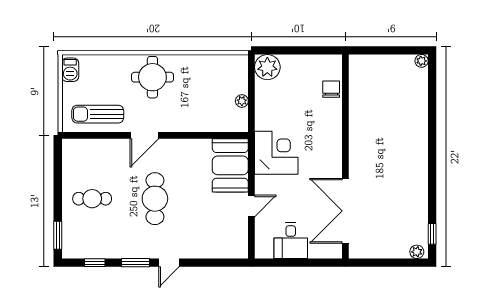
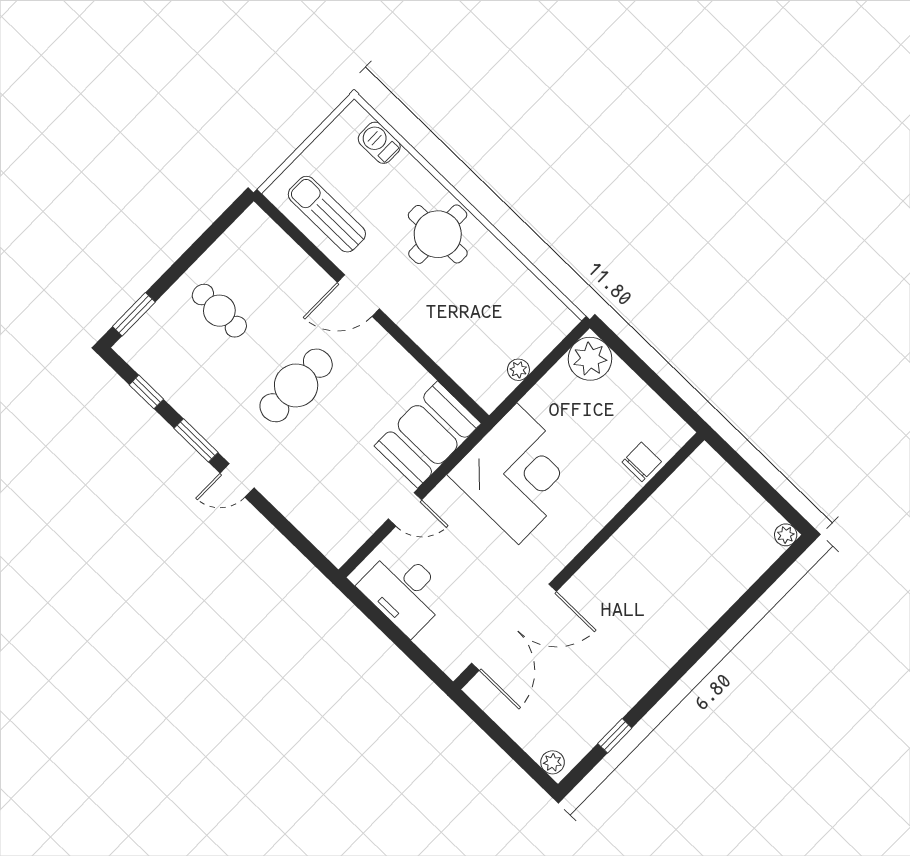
barbecue: (70, 70) -> (379, 143), moved, turned 90
corner desk: (276, 153) -> (518, 474), width x1.36, depth x1.36
double door: (345, 211) -> (514, 627), swing flipped
window: (432, 234) -> (615, 736), moved
desk: (291, 241) -> (404, 591), width x1.37

